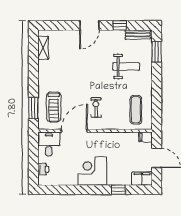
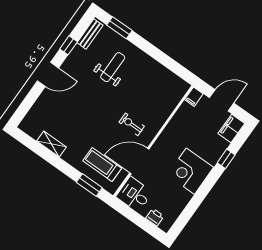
door: (89, 25) -> (48, 74), hinge flipped
shelving: (43, 48) -> (52, 144), moved
treadmill: (54, 107) -> (102, 165), turned 180
exercise mat: (136, 110) -> (161, 87), removed
door: (74, 131) -> (139, 161), hinge flipped

